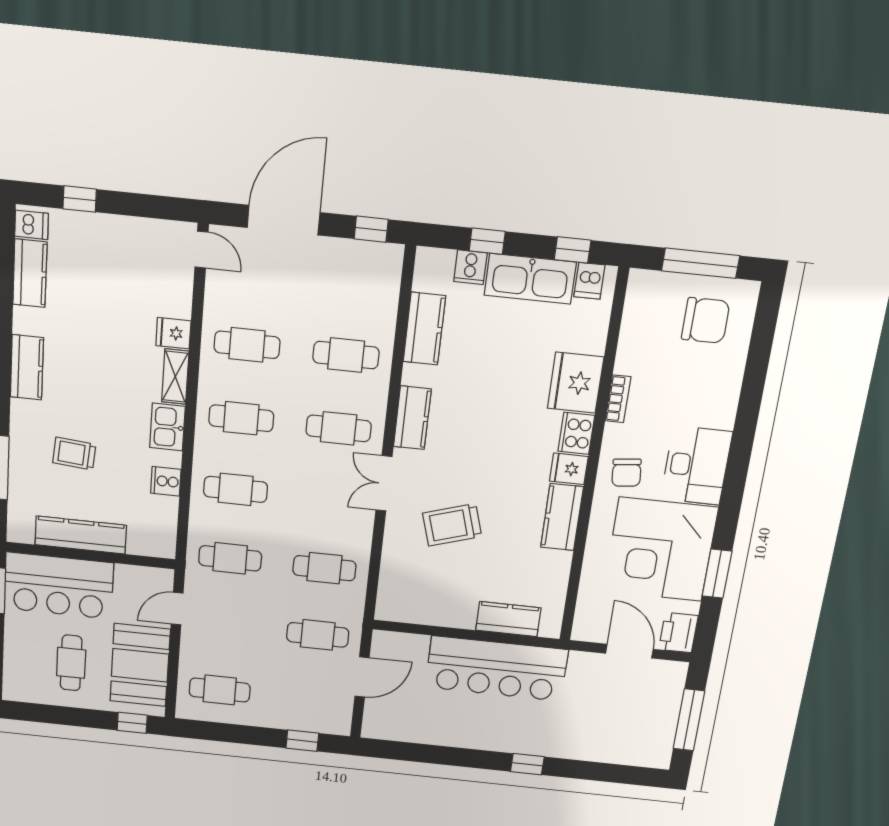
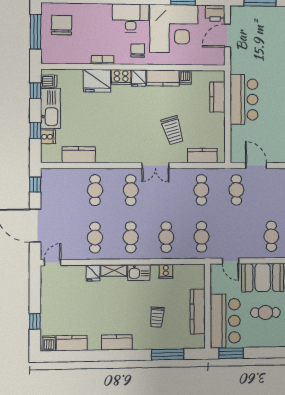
kitchen counter: (412, 418) -> (202, 156), moved
chair: (627, 473) -> (138, 50), turned -84
dishwasher: (557, 562) -> (185, 77), added
bar counter: (496, 669) -> (244, 99), width x0.73

